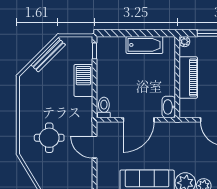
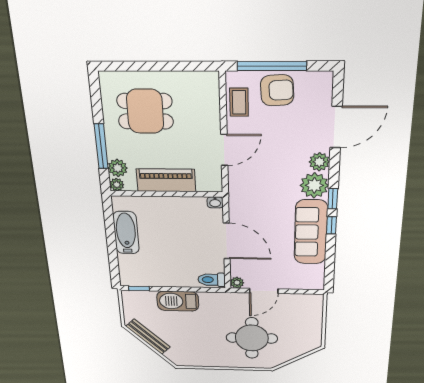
plant: (198, 43) -> (118, 168), added
washbasin: (169, 107) -> (215, 202), width x0.52, depth x0.69
plant: (102, 127) -> (237, 283), added
round table: (49, 138) -> (252, 338), width x1.36, depth x1.36

